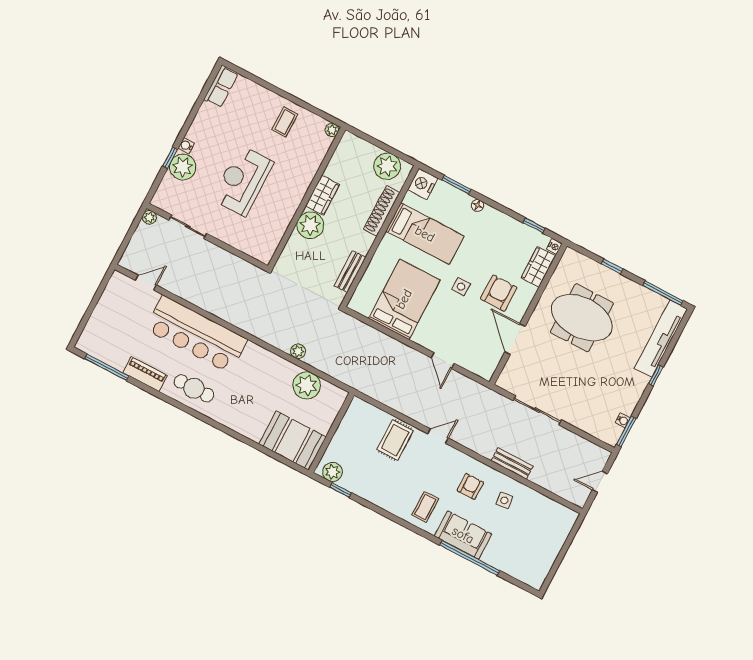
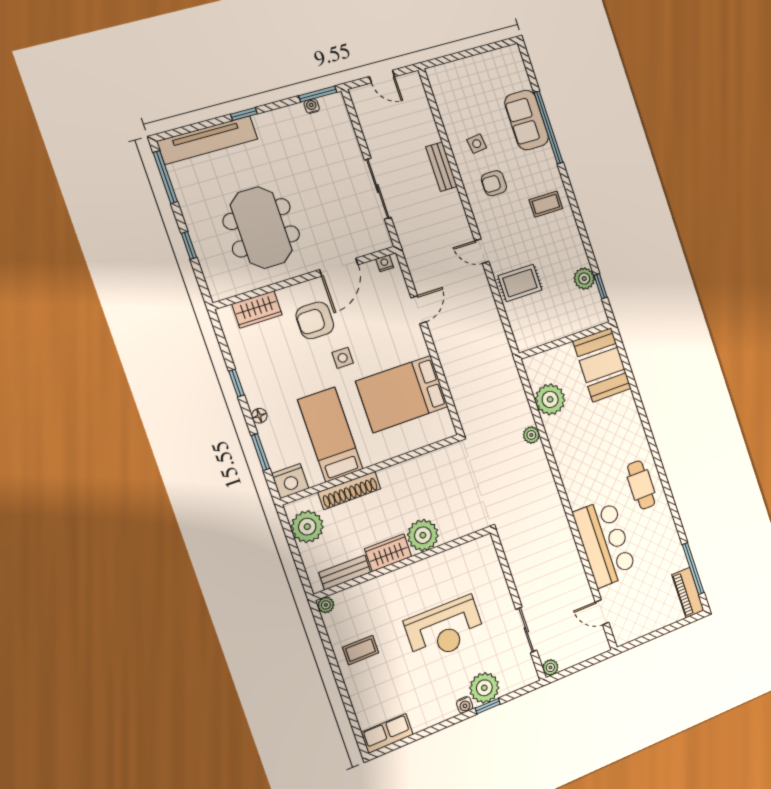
window: (534, 225) -> (237, 383), moved
nightstand: (554, 247) -> (385, 263), moved
bench: (350, 272) -> (345, 572), moved
bar counter: (196, 334) -> (605, 543), width x0.73
piano: (145, 374) -> (688, 593), moved
plant: (332, 472) -> (584, 279), moved
sofa: (463, 535) -> (527, 120), moved

